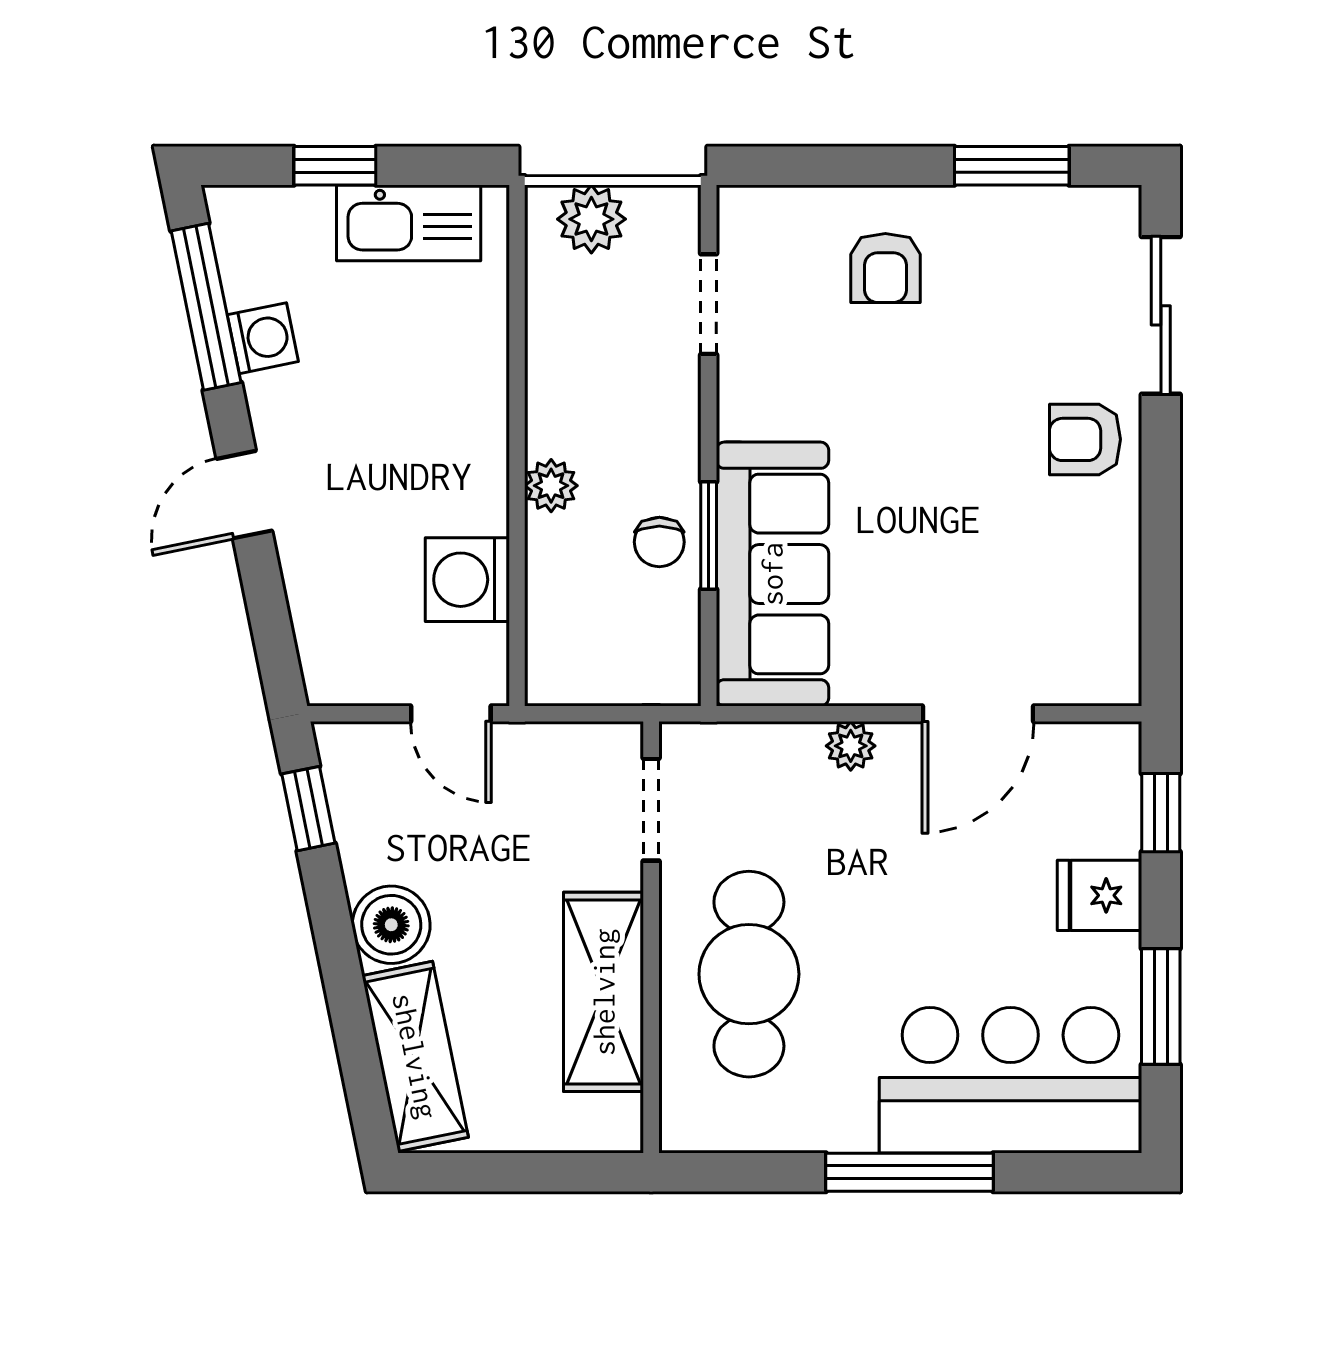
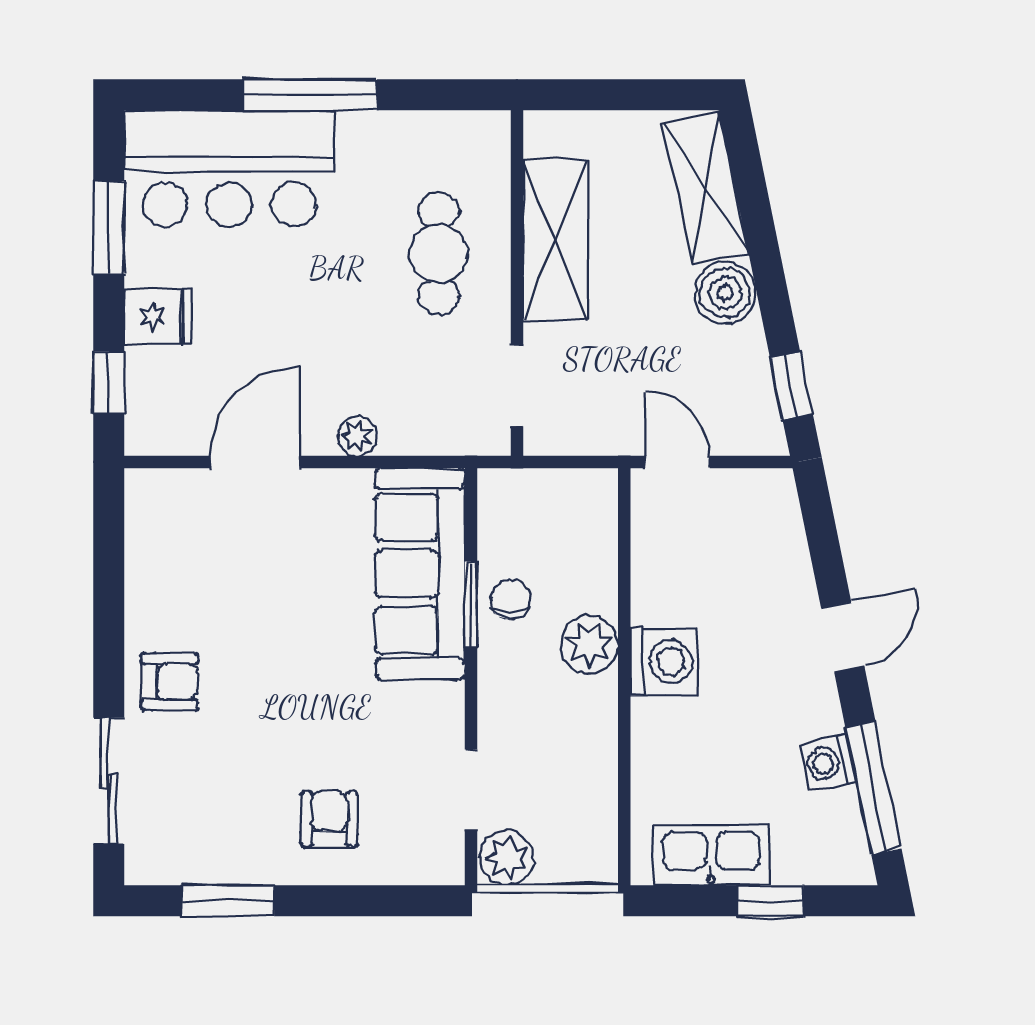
plant: (591, 219) -> (507, 858), moved
plant: (551, 486) -> (589, 645), width x1.38, depth x1.38
washing machine: (467, 580) -> (664, 662), moved
cafe table: (749, 974) -> (439, 253), width x0.73, depth x0.74

